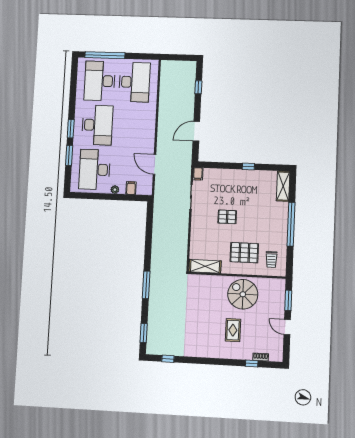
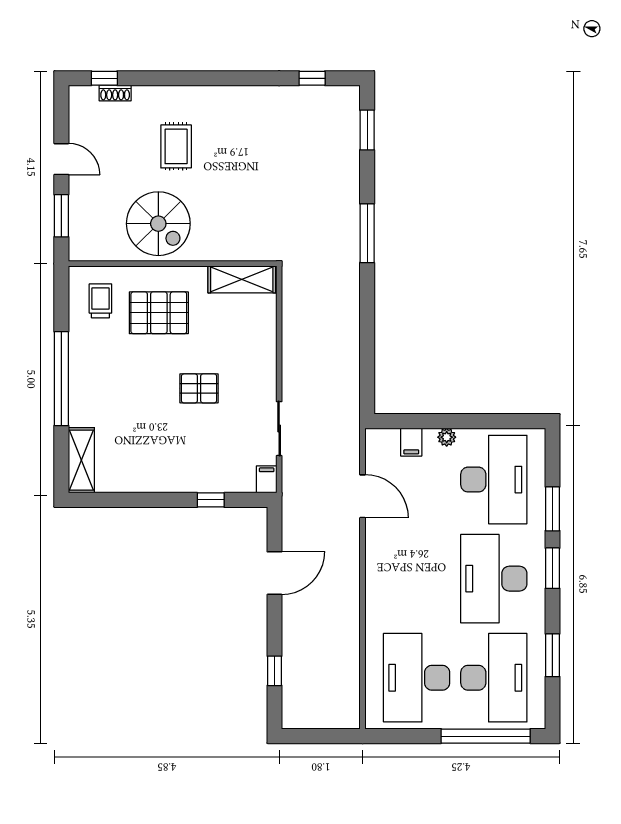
window: (73, 90) -> (552, 655), added
window: (248, 166) -> (211, 500), moved
window: (252, 364) -> (104, 78), moved

